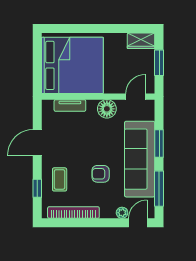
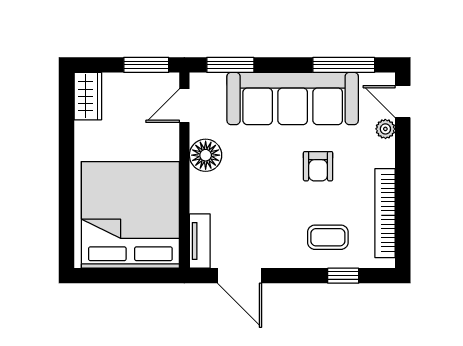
window: (159, 63) -> (146, 65), moved
door: (136, 97) -> (184, 106), hinge flipped
tv unit: (70, 105) -> (200, 241), moved
door: (37, 142) -> (239, 276), moved
window: (159, 144) -> (230, 65), moved

